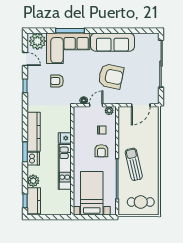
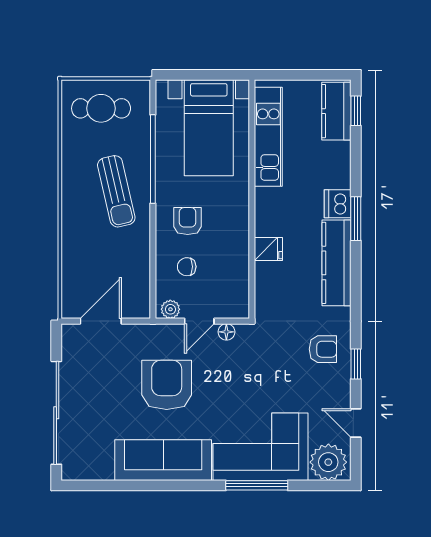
armchair: (111, 76) -> (167, 385), turned 78
armchair: (57, 81) -> (323, 349), moved
kitchen unit: (65, 167) -> (268, 137), moved
plant: (33, 181) -> (338, 155), removed

